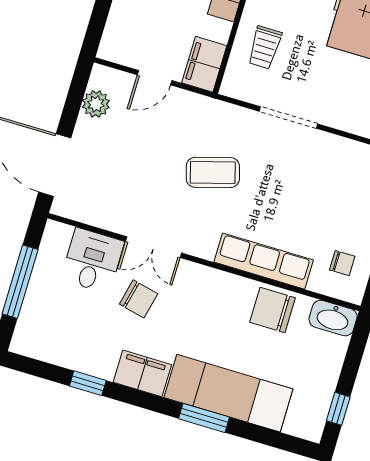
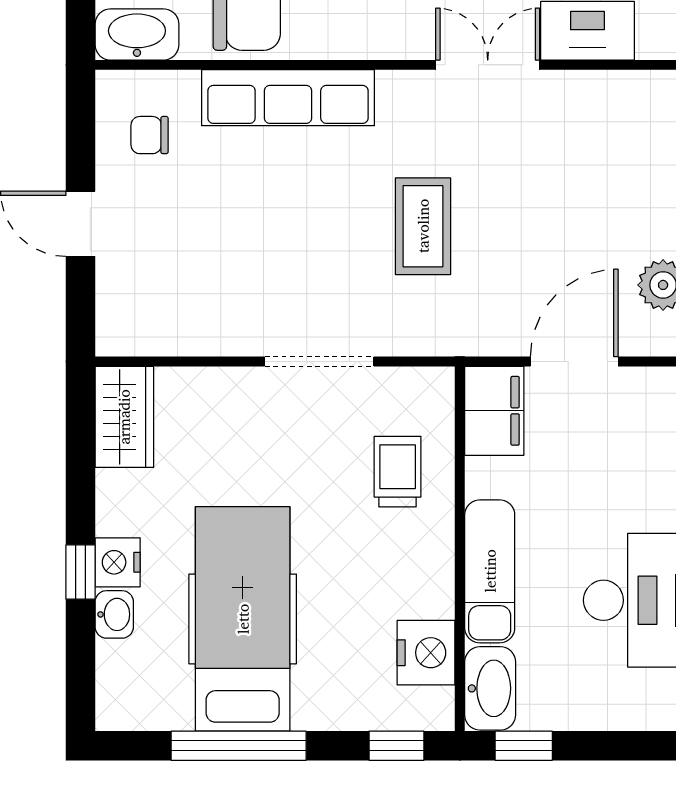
door: (155, 78) -> (574, 362), width x1.38
coffee table: (213, 172) -> (423, 226), turned -74

